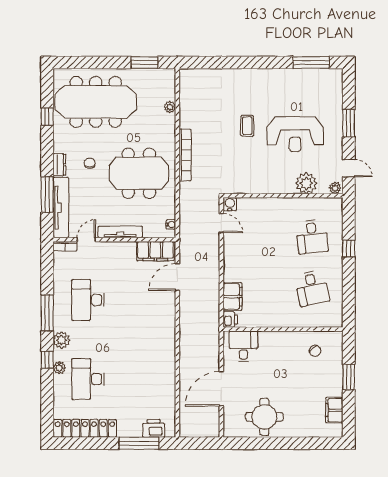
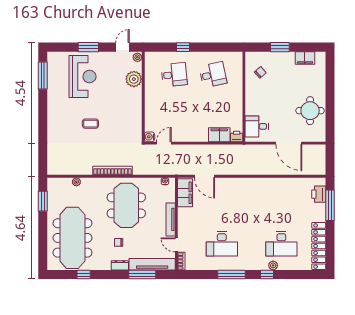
reception desk: (295, 134) -> (83, 77), moved
plant: (61, 340) -> (252, 264), removed

